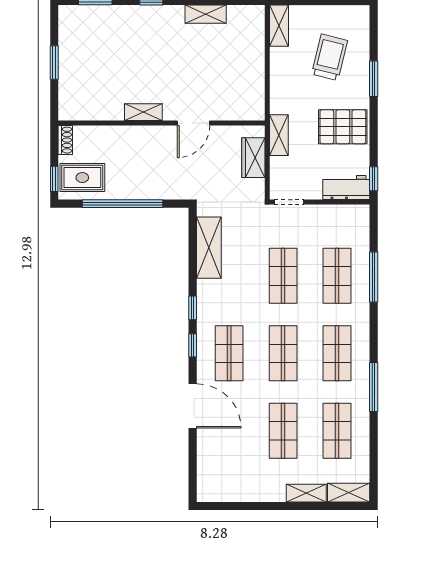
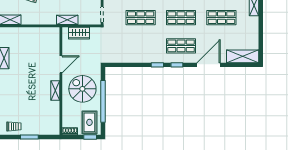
trolley: (74, 33) -> (14, 126), added
door: (194, 123) -> (61, 64), hinge flipped
spiral stairs: (147, 164) -> (82, 89), added
shelving: (209, 248) -> (243, 56), moved

